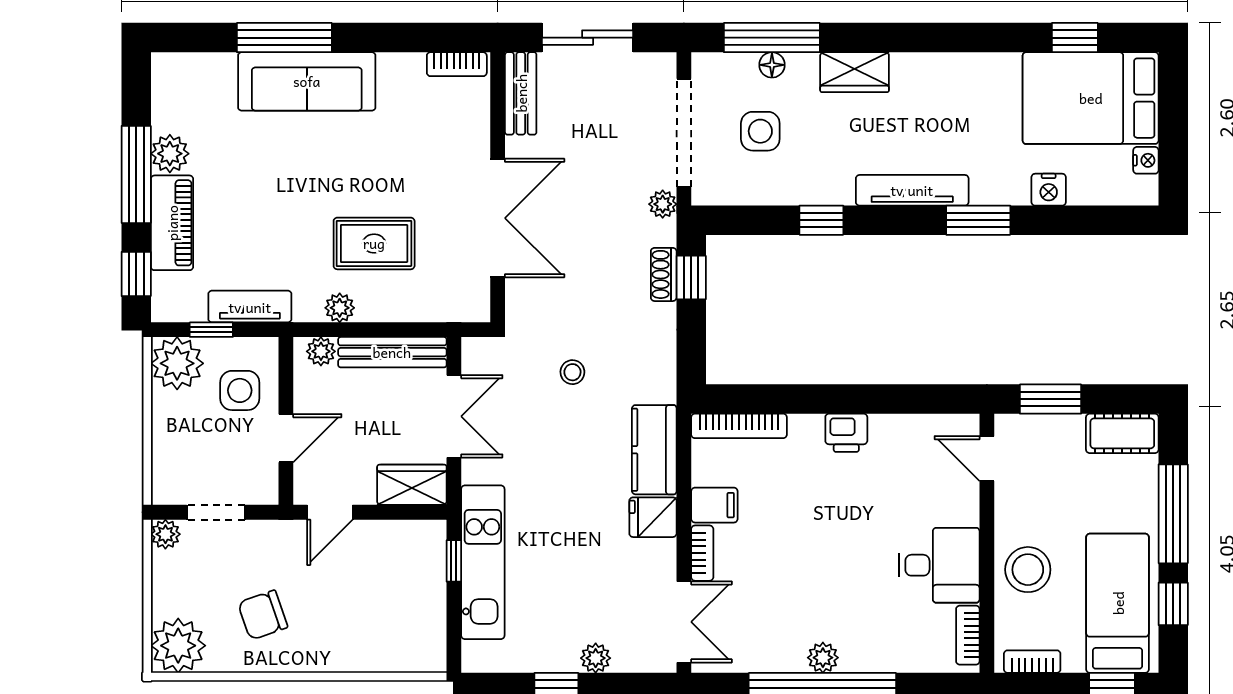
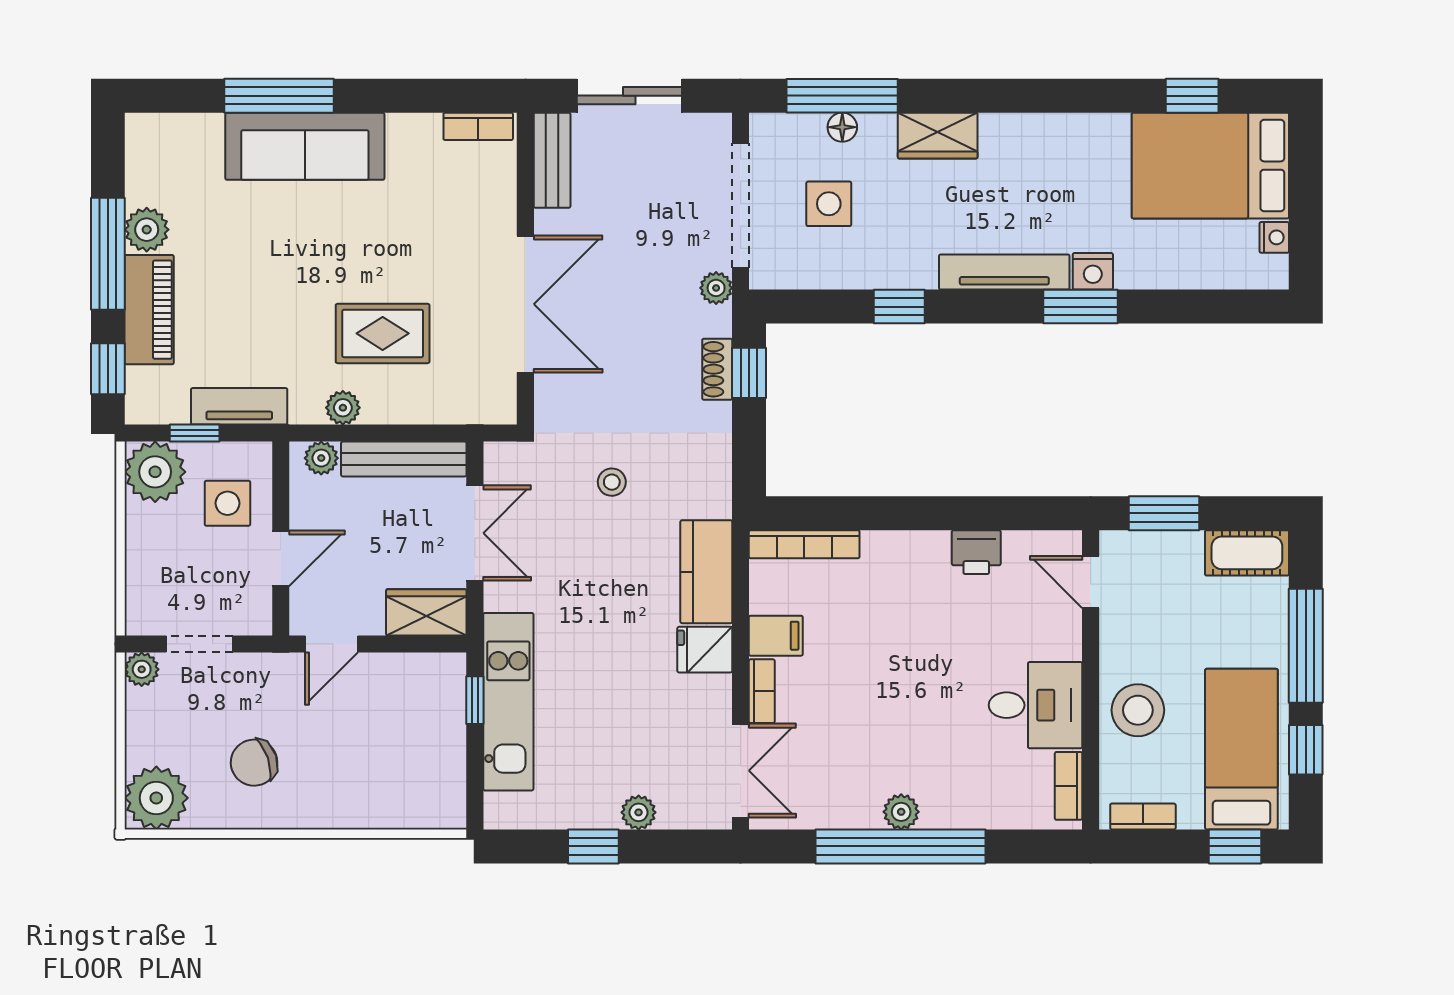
nightstand: (1049, 190) -> (1093, 271), moved
printer: (846, 433) -> (976, 552), moved

